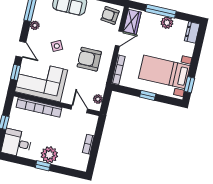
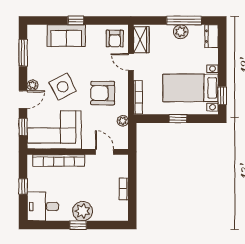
window: (161, 11) -> (184, 20), moved
armchair: (110, 15) -> (115, 38), turned -96
plant: (35, 25) -> (33, 85), moved
door: (119, 38) -> (131, 62), swing flipped
side table: (57, 46) -> (63, 87), width x1.87, depth x1.87
door: (21, 49) -> (23, 100), hinge flipped
plant: (98, 99) -> (123, 121), moved

